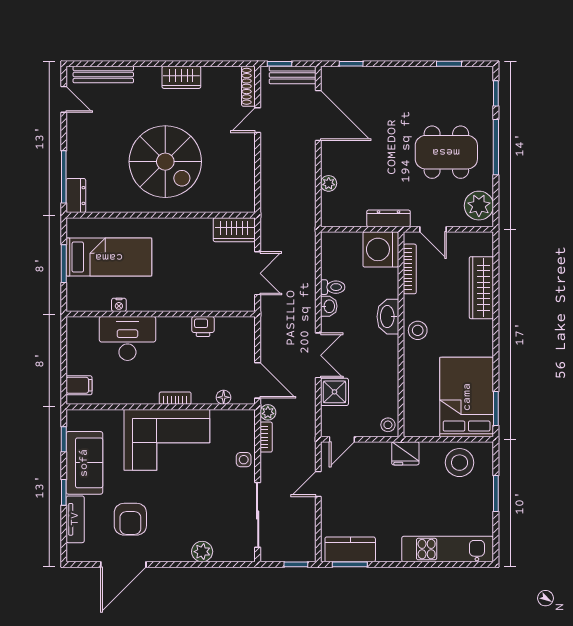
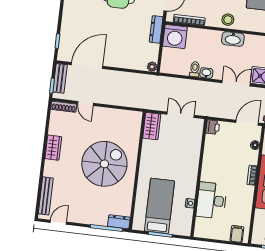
plant: (329, 183) -> (152, 67), moved
washbasin: (388, 317) -> (233, 39), moved
printer: (203, 327) -> (213, 127), moved

